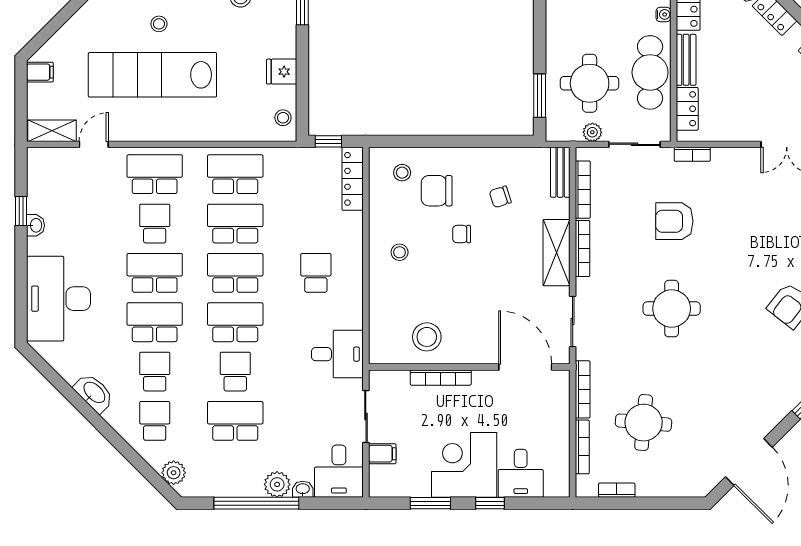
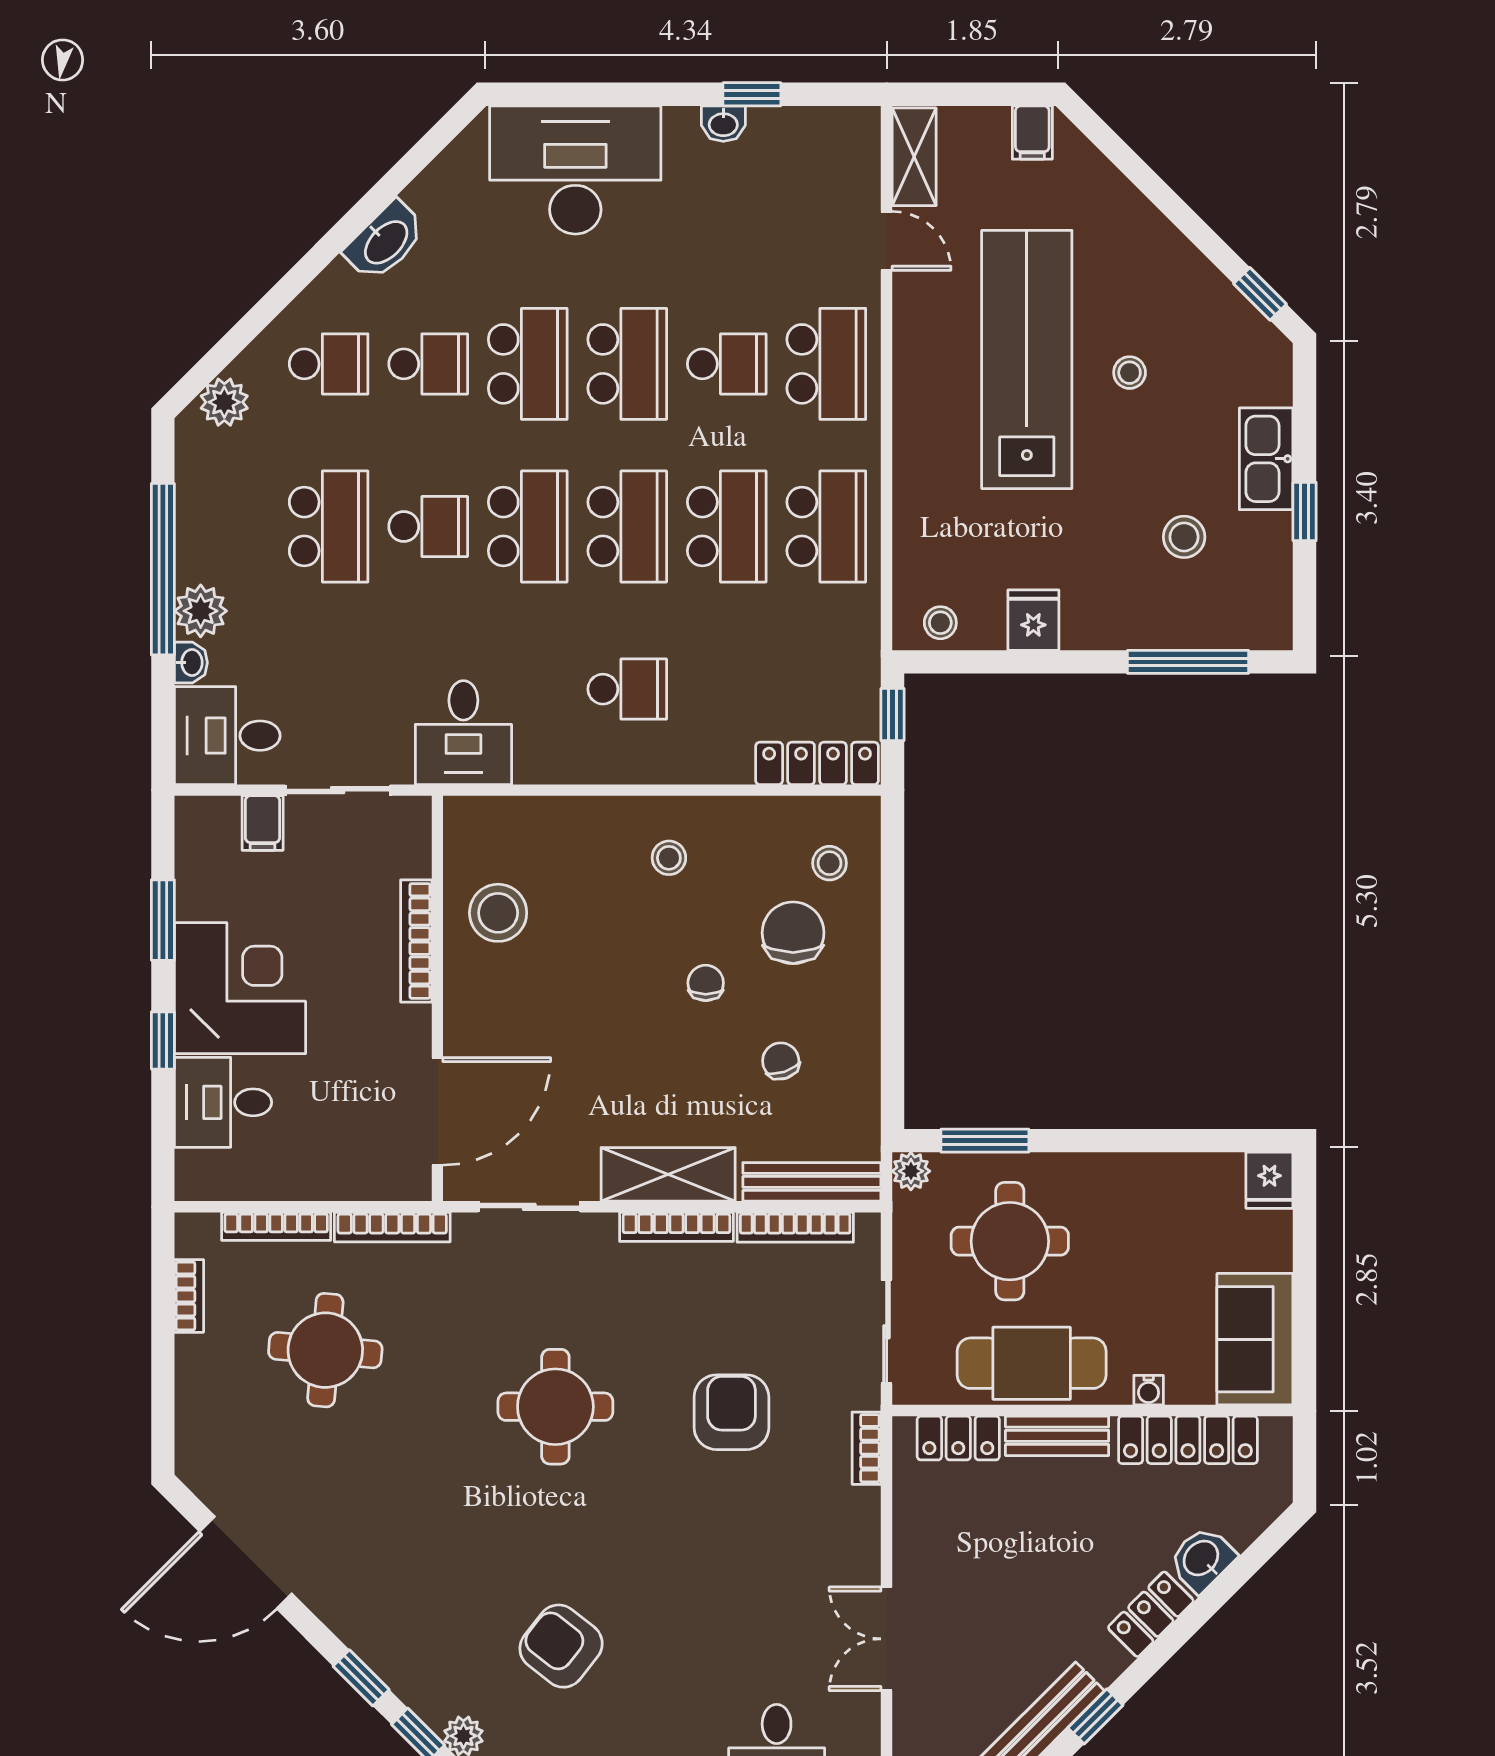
plant: (592, 132) -> (911, 1171), moved
bench: (560, 172) -> (812, 1182), width x1.36

